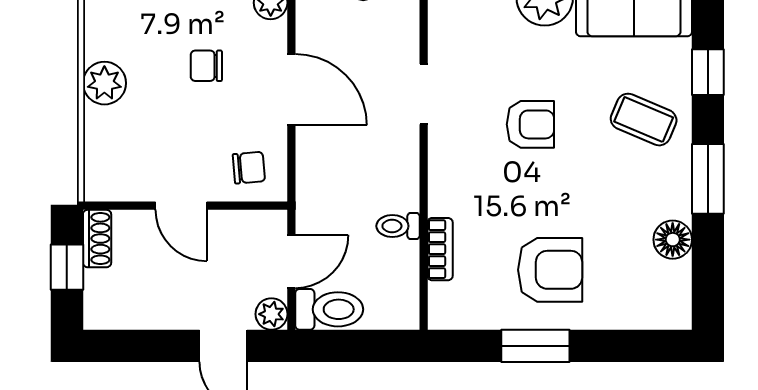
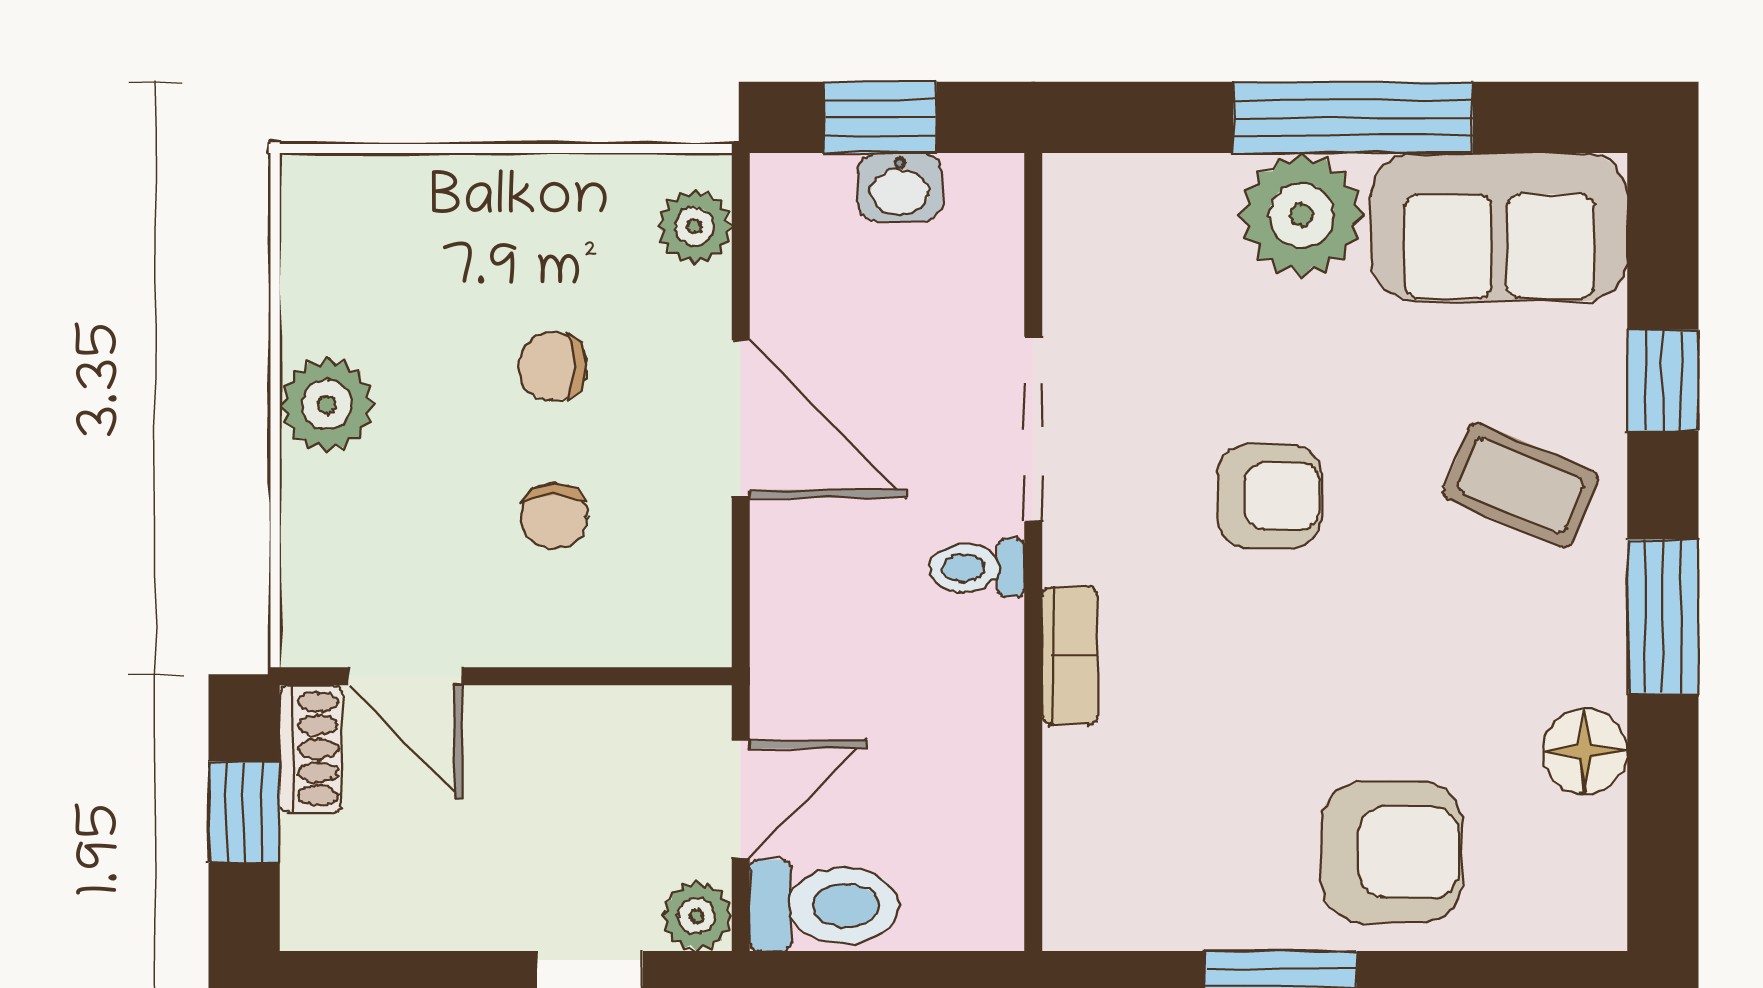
doorway: (424, 94) -> (1033, 429), width x1.38
chair: (249, 168) -> (554, 516), moved, turned 95
door: (181, 206) -> (405, 676), moved
toilet: (398, 226) -> (977, 568), moved
bookcase: (440, 249) -> (1070, 656), moved
armchair: (550, 270) -> (1392, 852), moved

